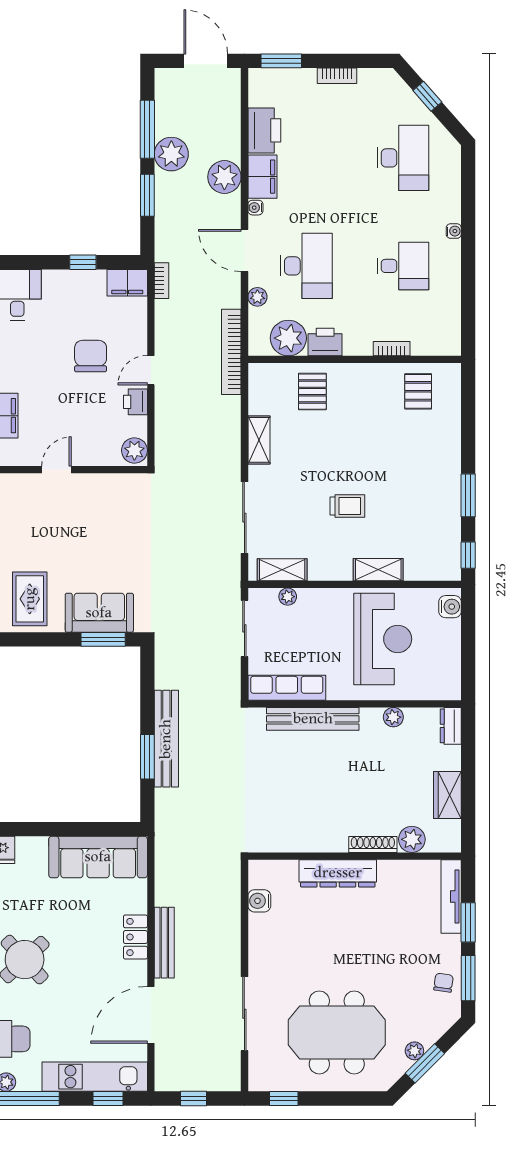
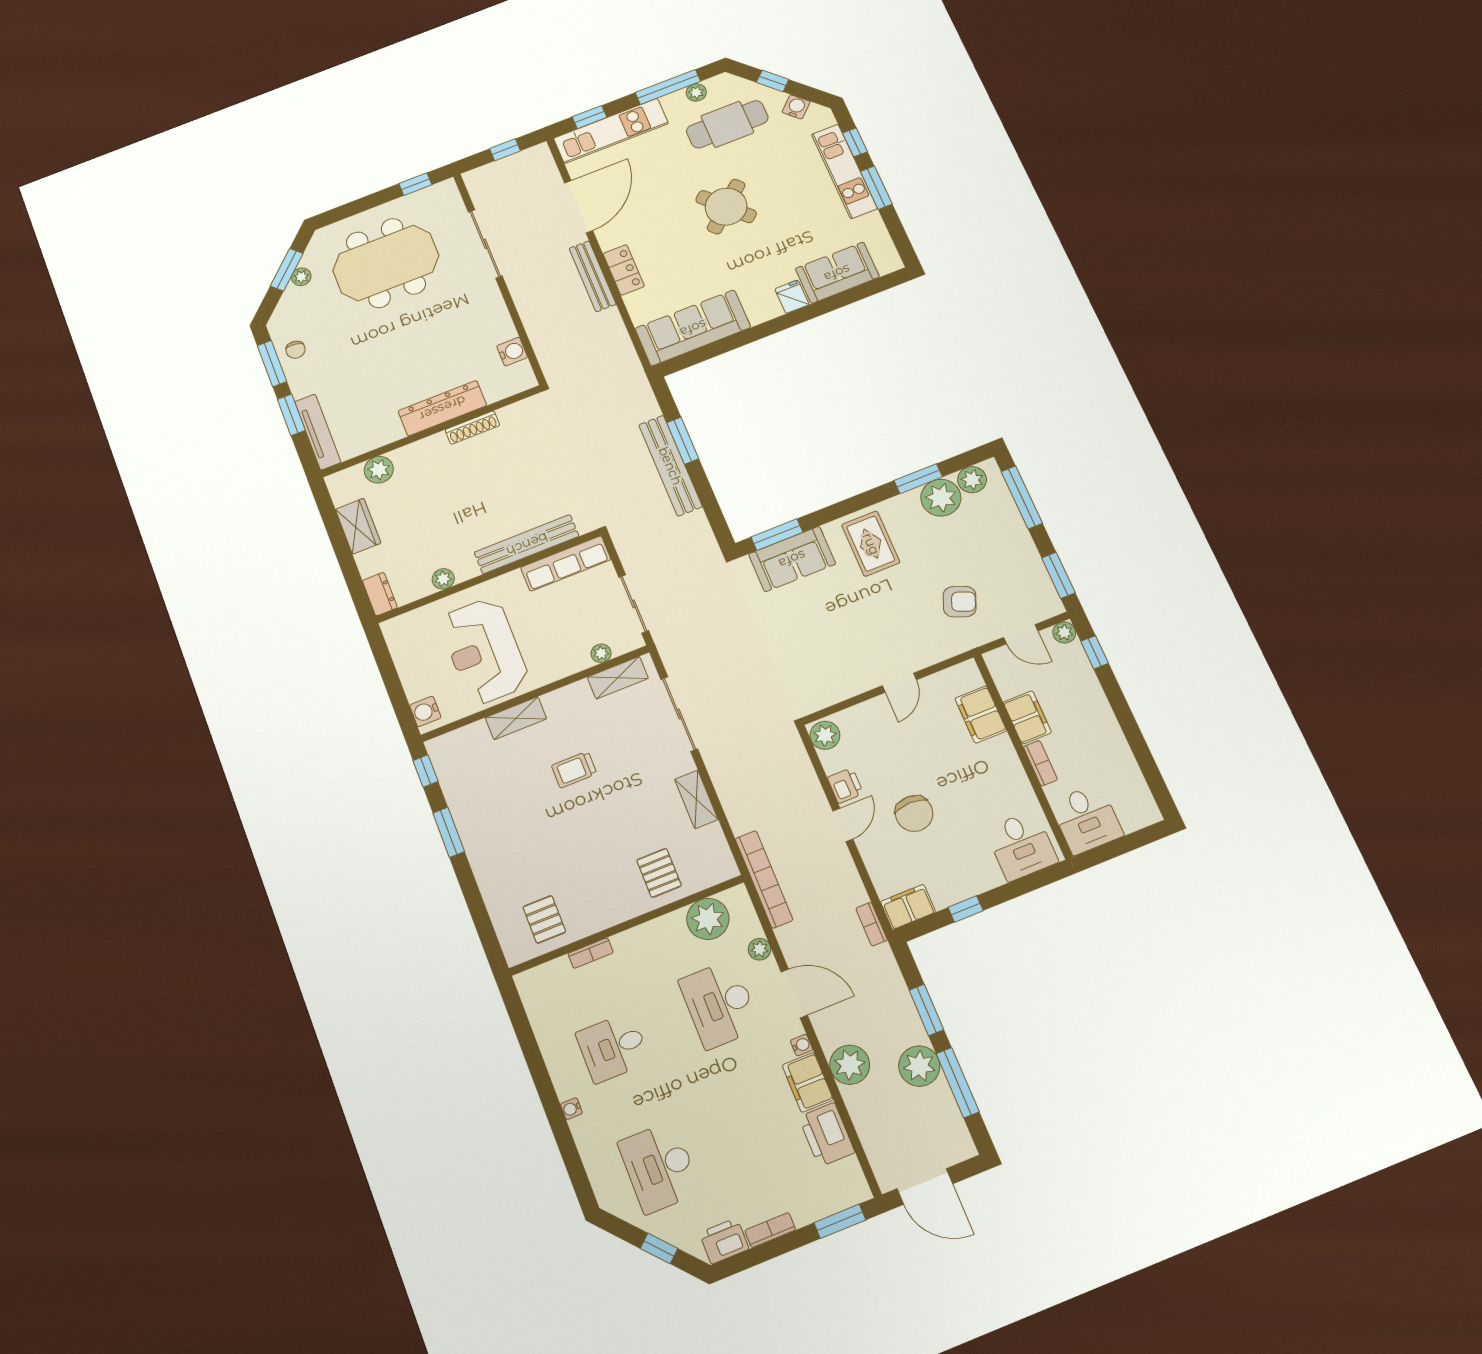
printer: (325, 342) -> (724, 1241), moved, turned 180
shoe rack: (373, 844) -> (472, 428), moved

